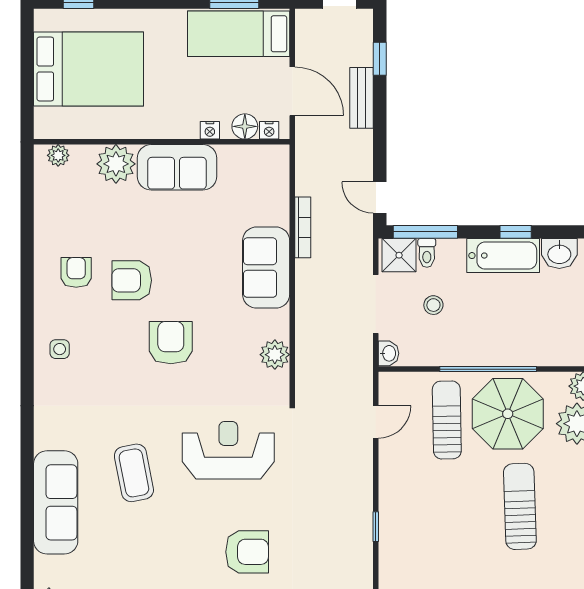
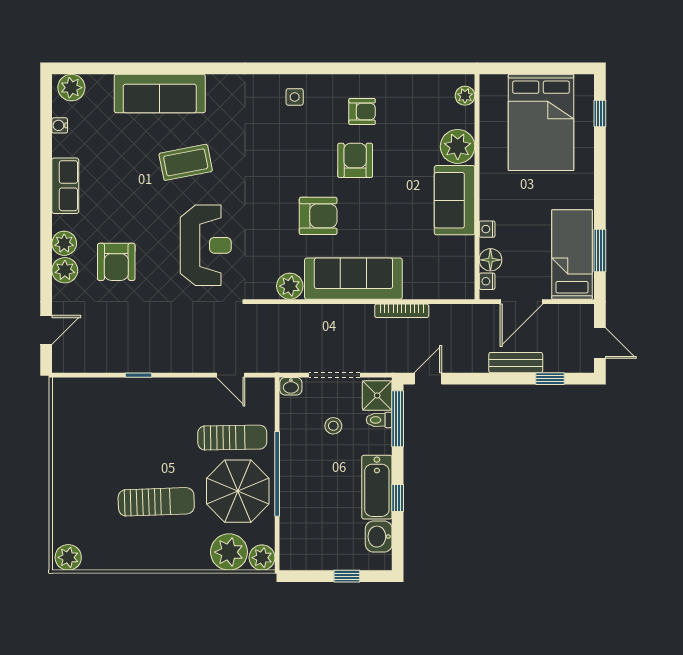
sofa: (266, 268) -> (353, 279), width x1.36
armchair: (171, 343) -> (318, 216), moved

